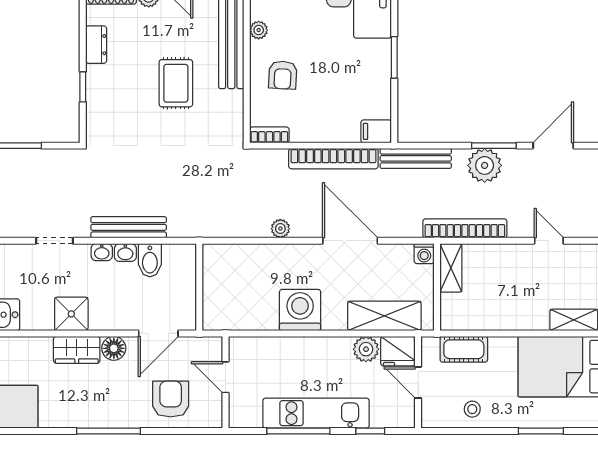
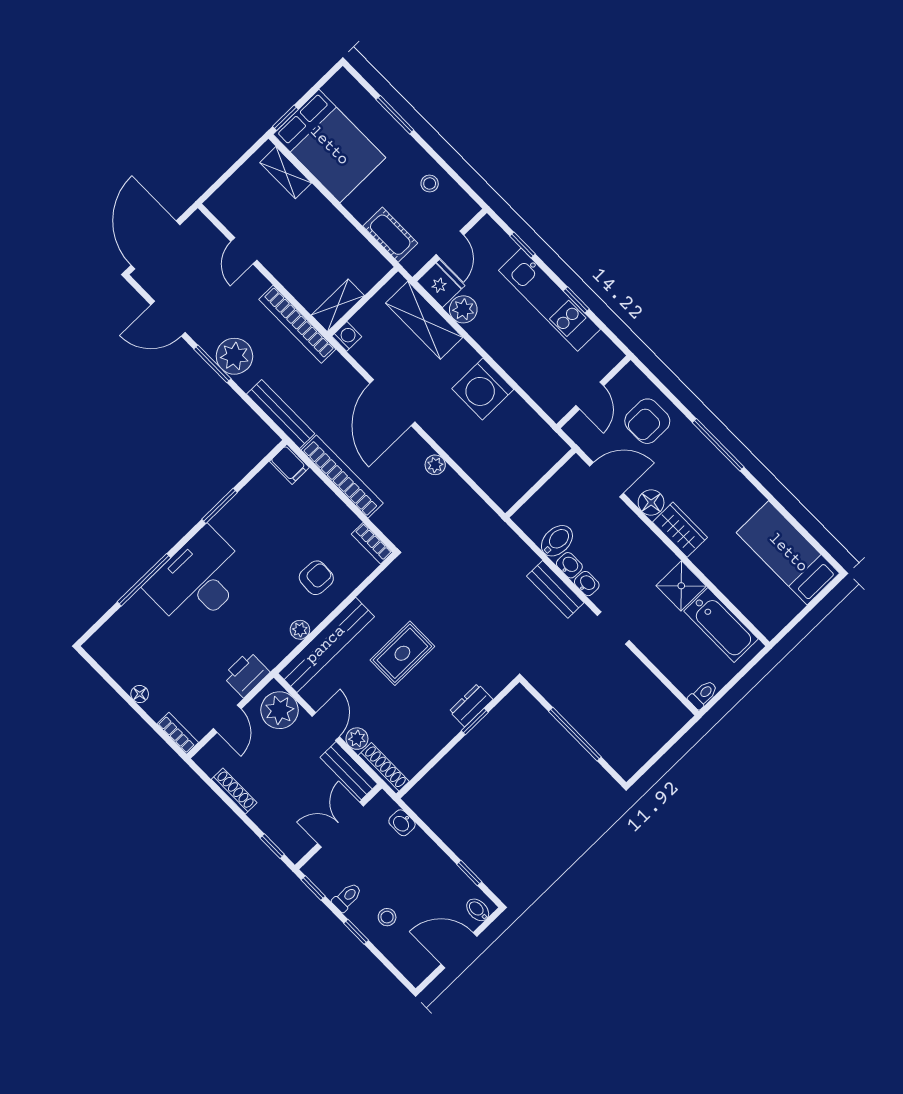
dresser: (96, 45) -> (471, 705), moved
bench: (129, 227) -> (555, 589), width x0.73
shower: (71, 314) -> (681, 586), moved
window: (298, 431) -> (576, 300), width x0.46

